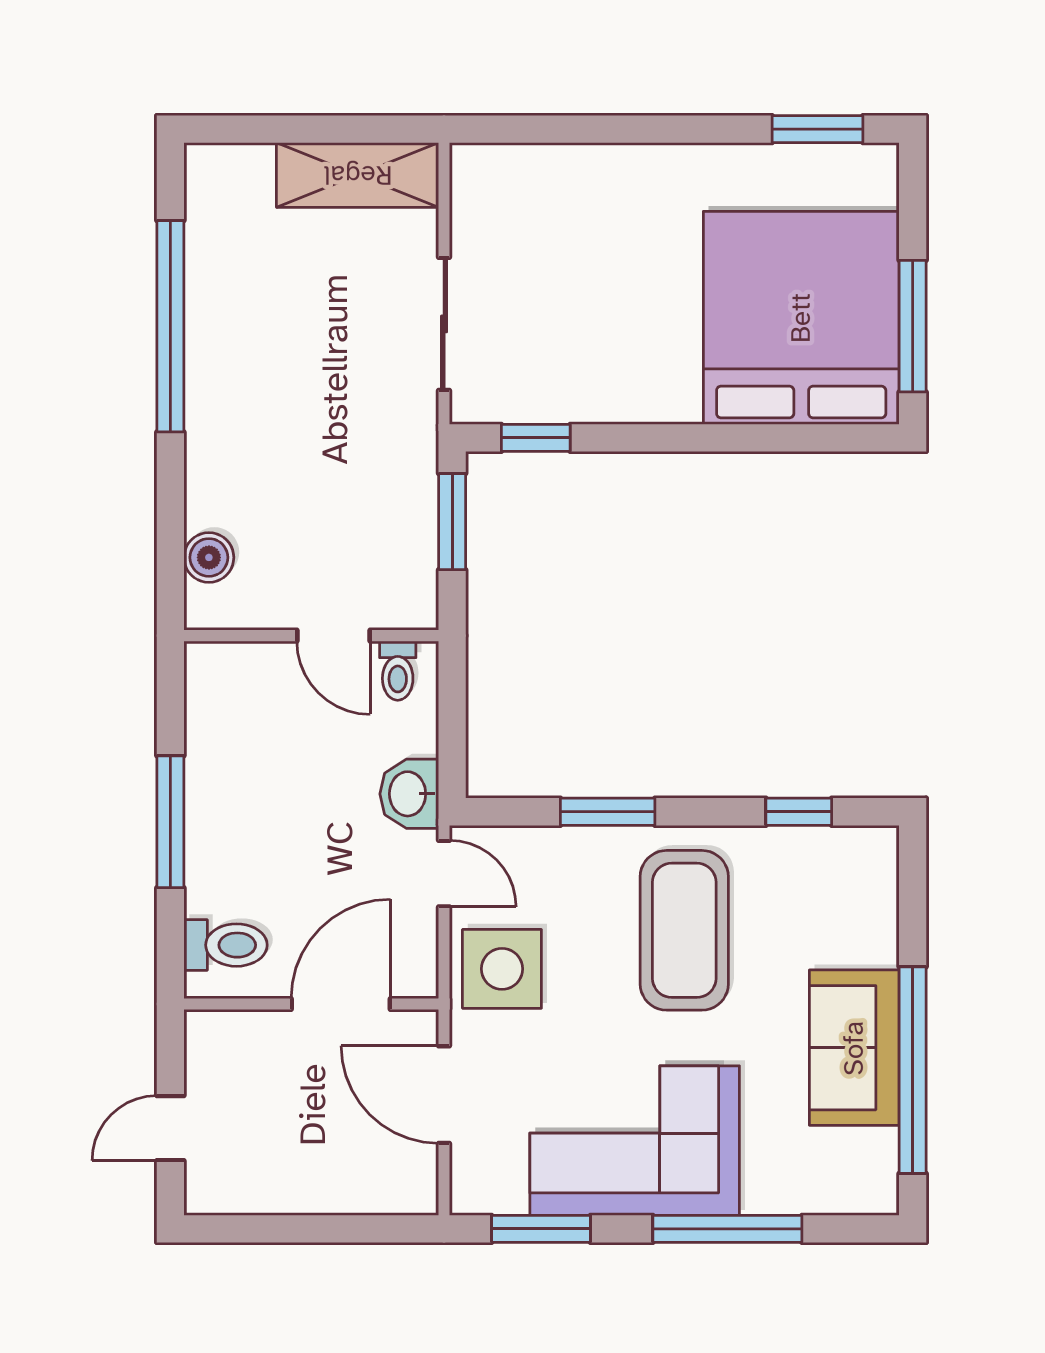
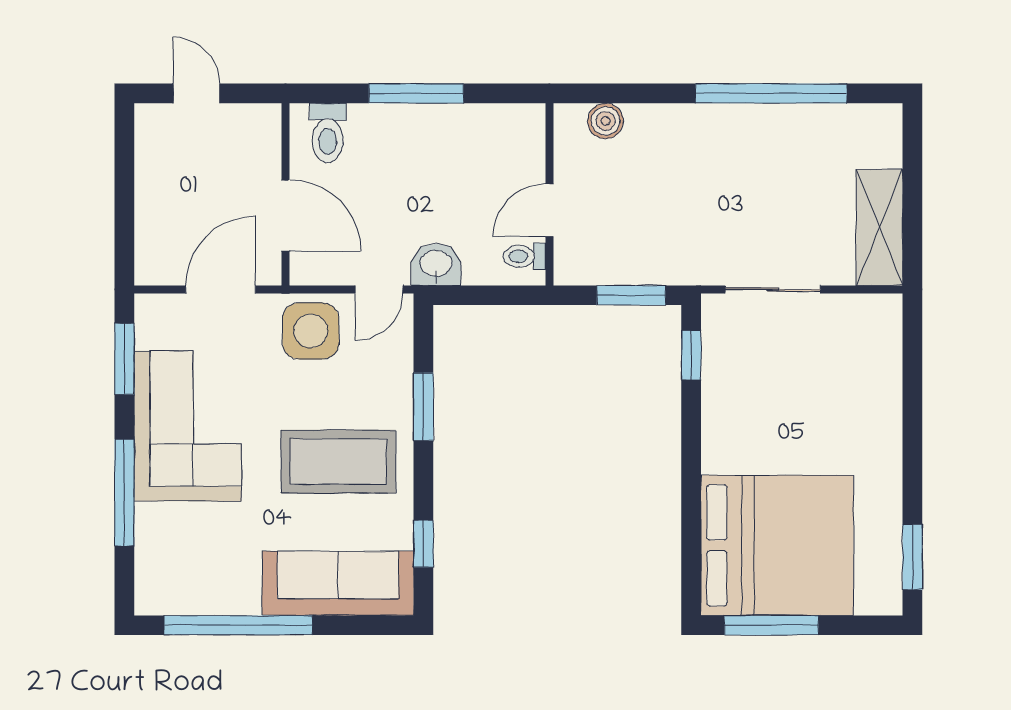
sofa: (854, 1048) -> (338, 583), moved, width x1.36

